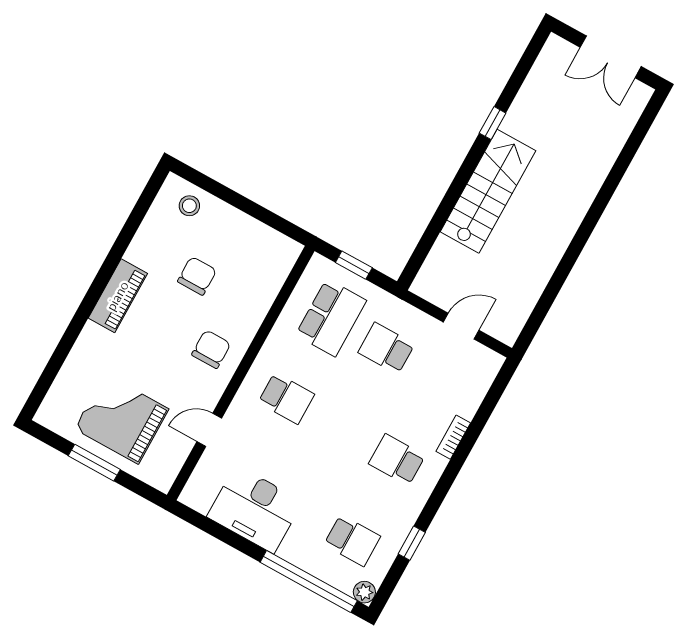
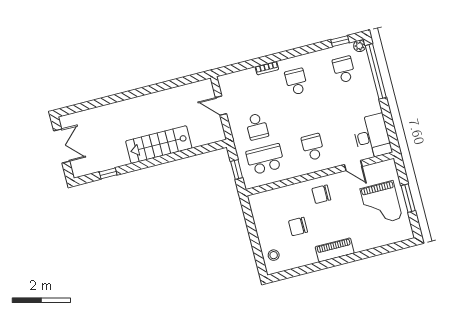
window: (493, 123) -> (108, 173), moved
school desk: (397, 460) -> (296, 82), turned 180
desk: (255, 509) -> (372, 136), moved
window: (412, 543) -> (340, 41), moved

